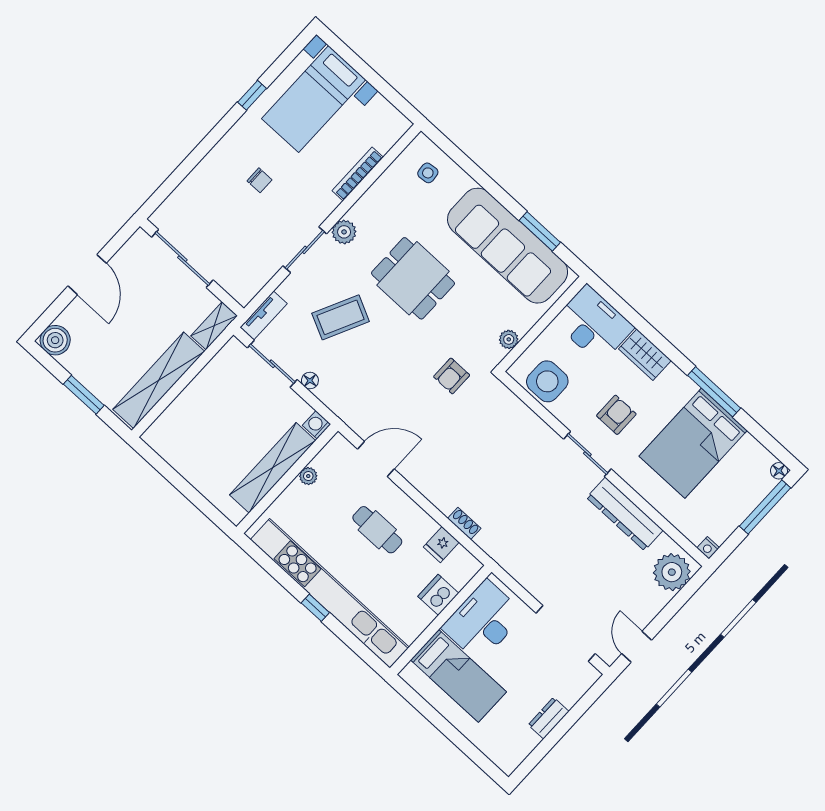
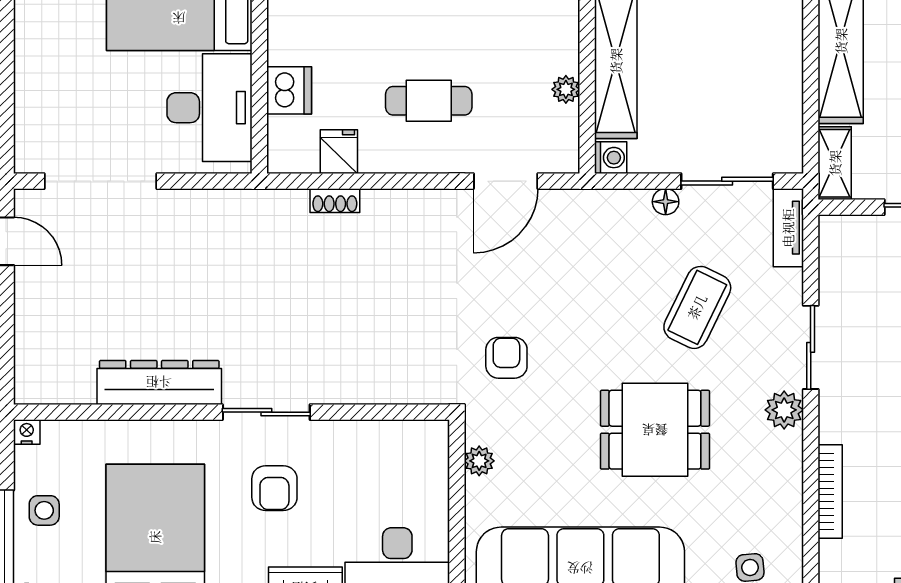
side table: (547, 381) -> (44, 510), moved, width x0.54, depth x0.54
plant: (672, 572) -> (43, 365), removed
dresser: (549, 718) -> (30, 65), removed

